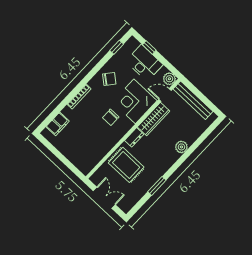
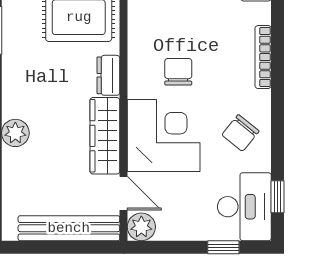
desk: (144, 63) -> (244, 207), moved, turned -90
door: (165, 95) -> (124, 193), hinge flipped

